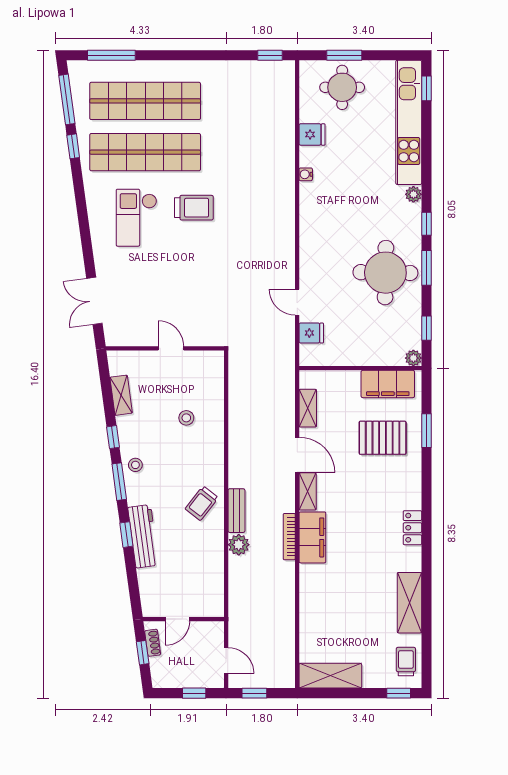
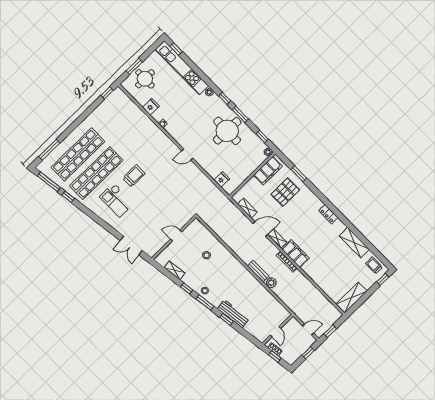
door: (297, 302) -> (187, 155), moved
trolley: (202, 503) -> (243, 281), removed

